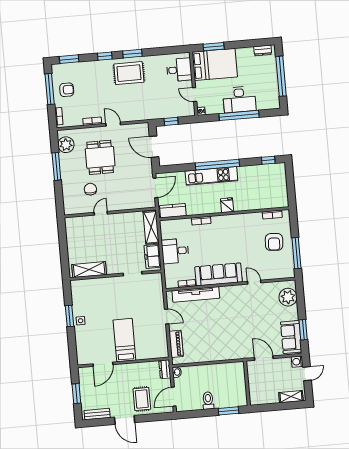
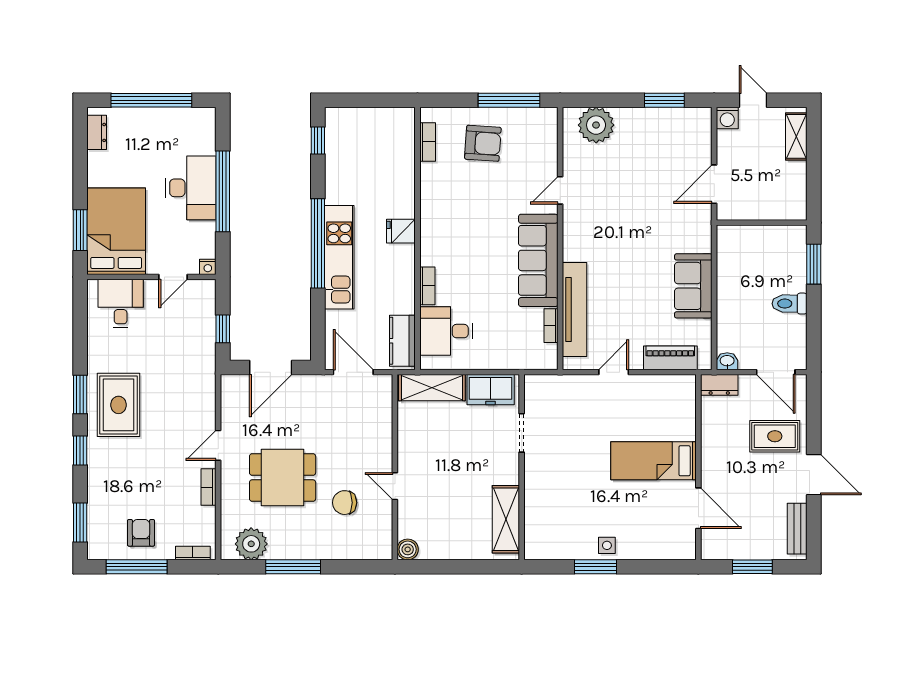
boiler: (70, 222) -> (408, 549), added
desk: (175, 251) -> (446, 331), moved, turned 90
sofa: (291, 337) -> (693, 286), moved, turned 90
door: (125, 420) -> (814, 475), hinge flipped

